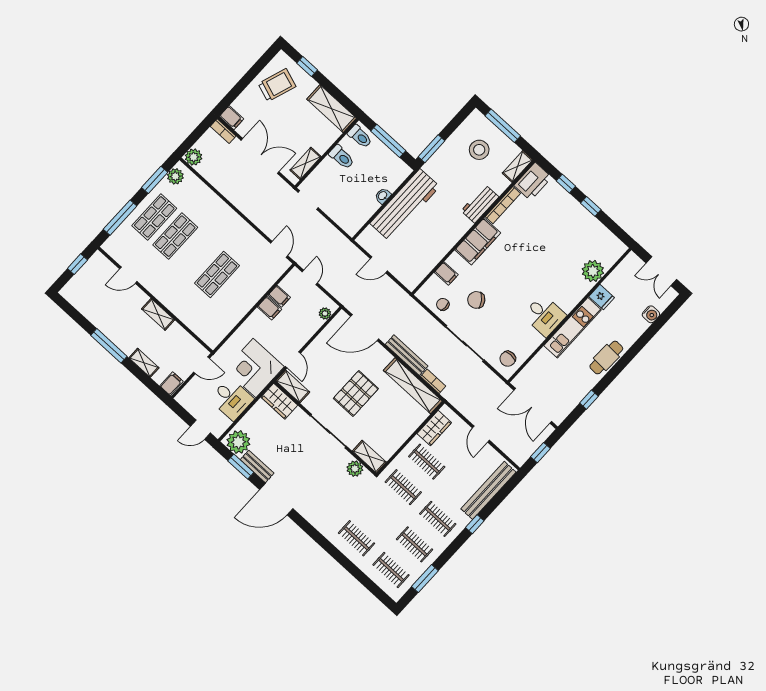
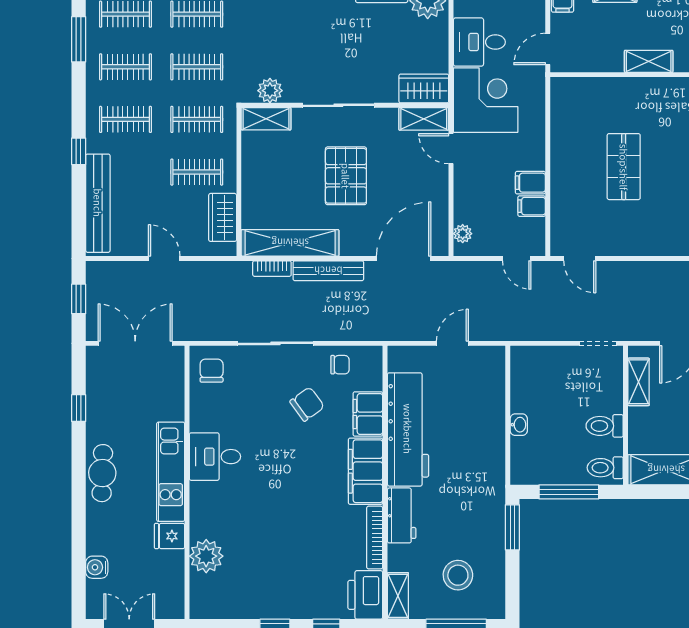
workbench: (405, 205) -> (408, 429), moved, turned 180
filing cabinet: (446, 273) -> (368, 414), width x2.00
clothes rail: (380, 513) -> (197, 67), added

